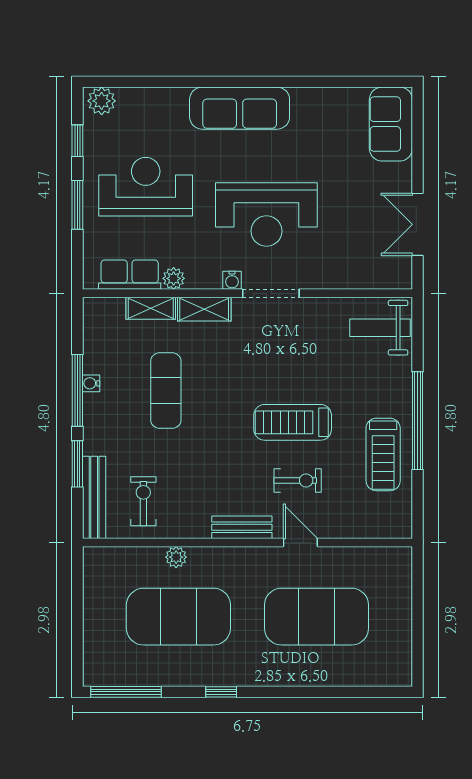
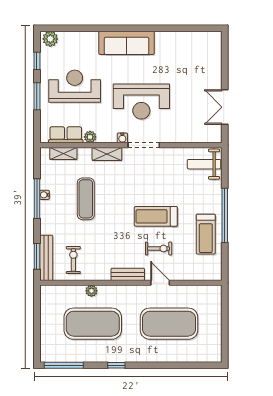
sofa: (391, 124) -> (210, 52), removed
shelving: (151, 308) -> (63, 153), moved
window: (77, 464) -> (37, 256), moved

